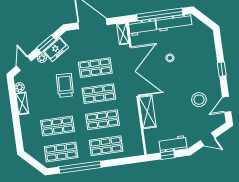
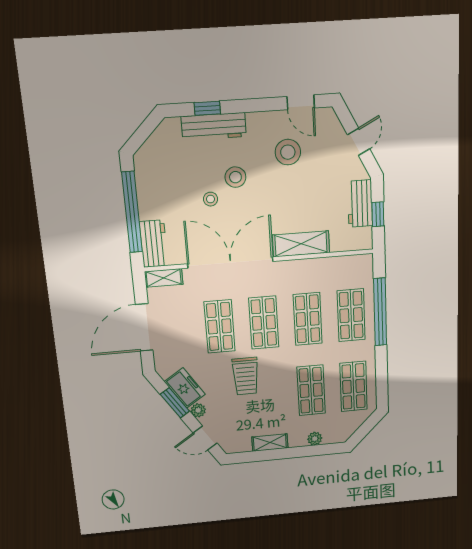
workbench: (174, 23) -> (214, 127), moved, turned 90
window: (222, 69) -> (207, 108), moved
stool: (183, 71) -> (235, 177), added
trolley: (65, 85) -> (246, 376), turned -92
plant: (20, 87) -> (315, 439), moved
window: (80, 167) -> (380, 312), moved

